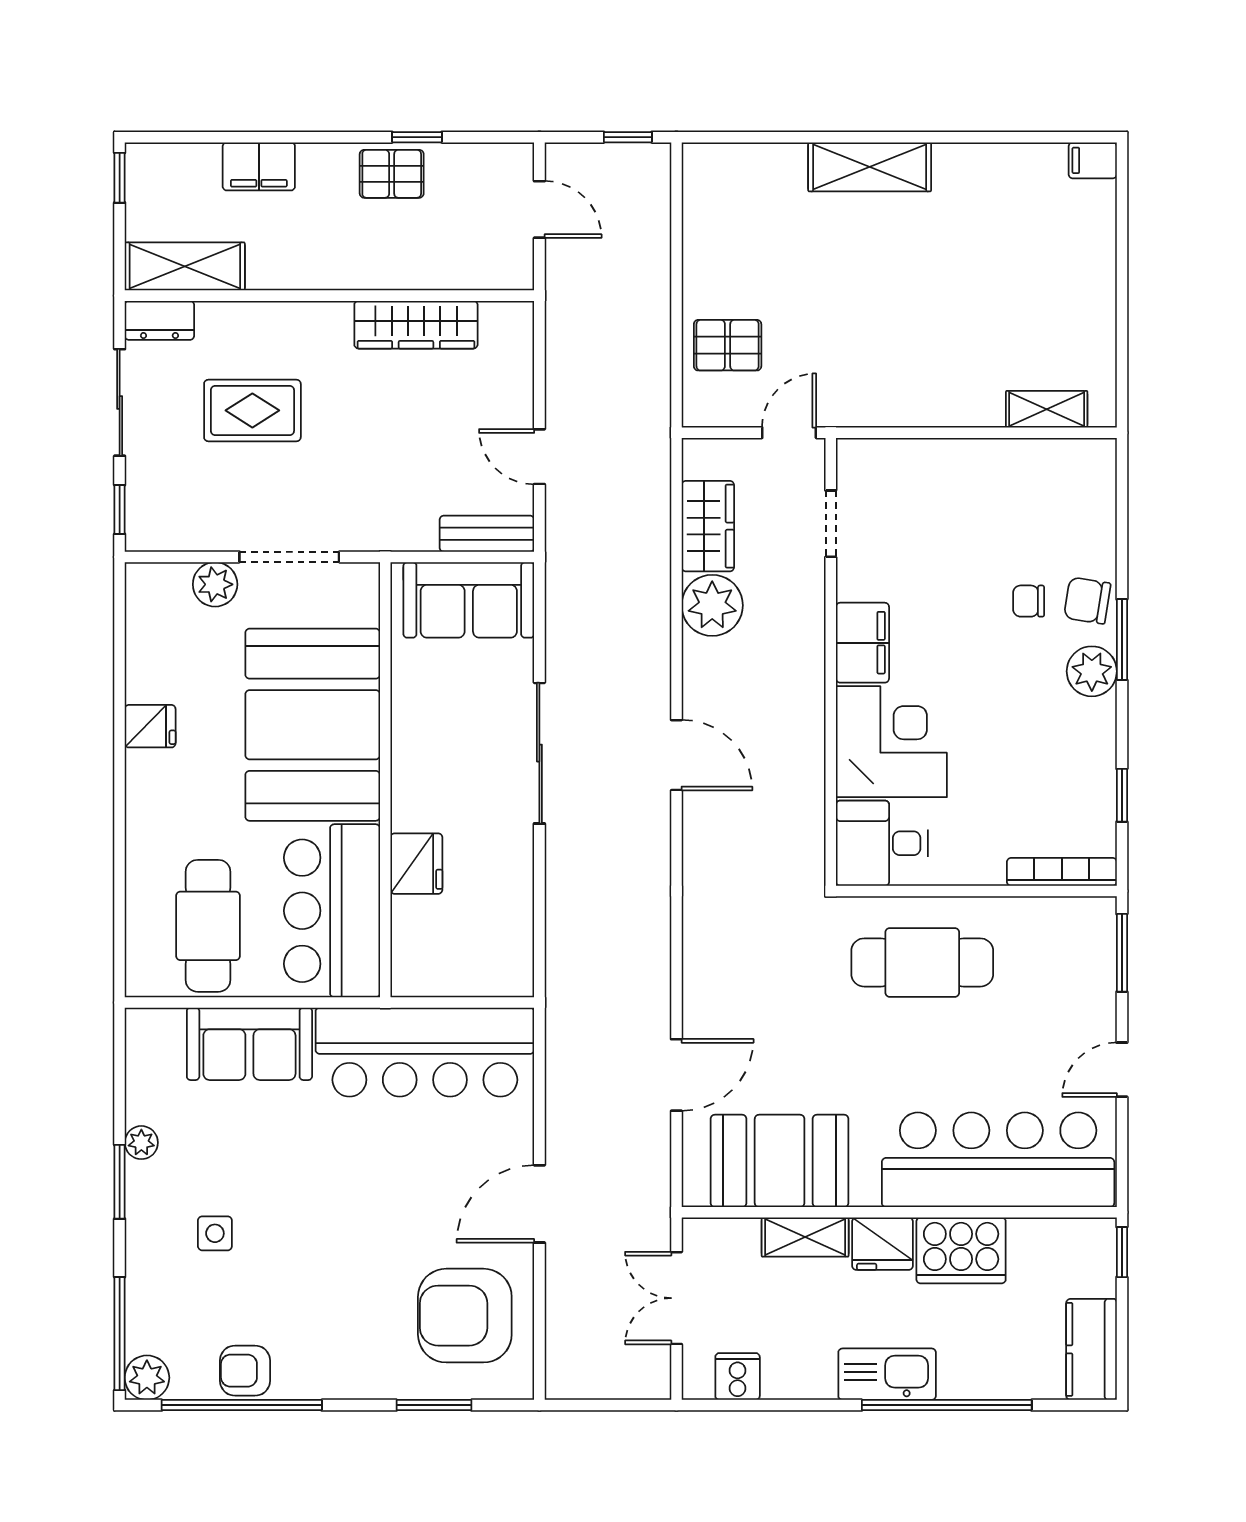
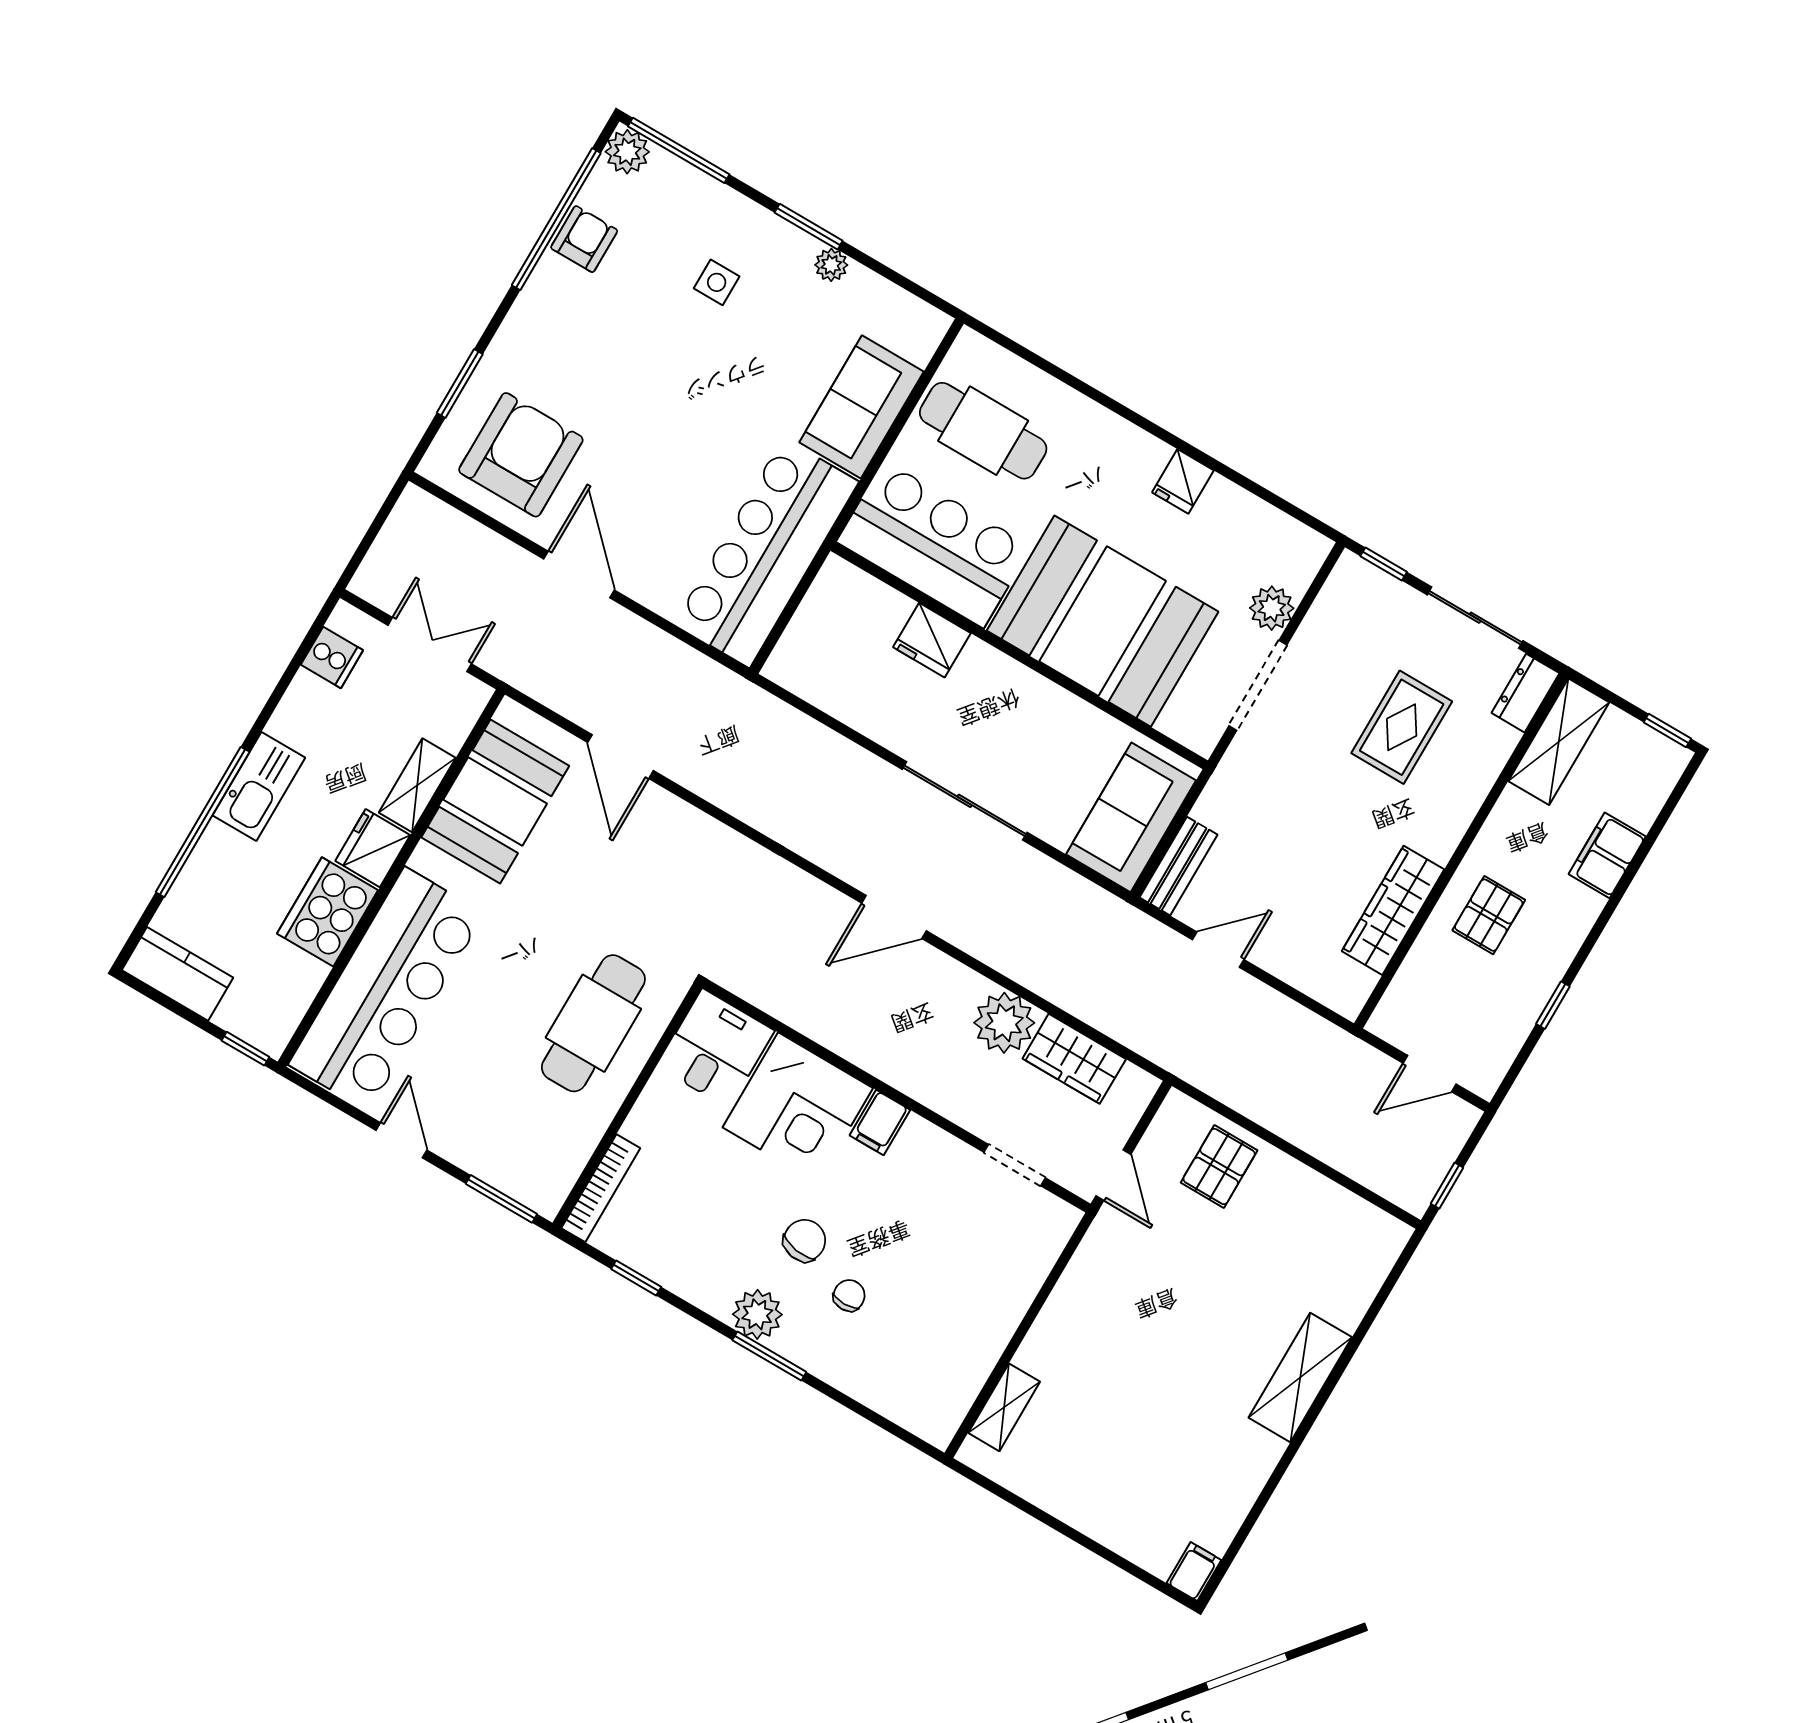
pallet: (392, 174) -> (1489, 915), moved
chair: (1087, 601) -> (805, 1240), moved
filing cabinet: (862, 643) -> (880, 1123), width x0.50

